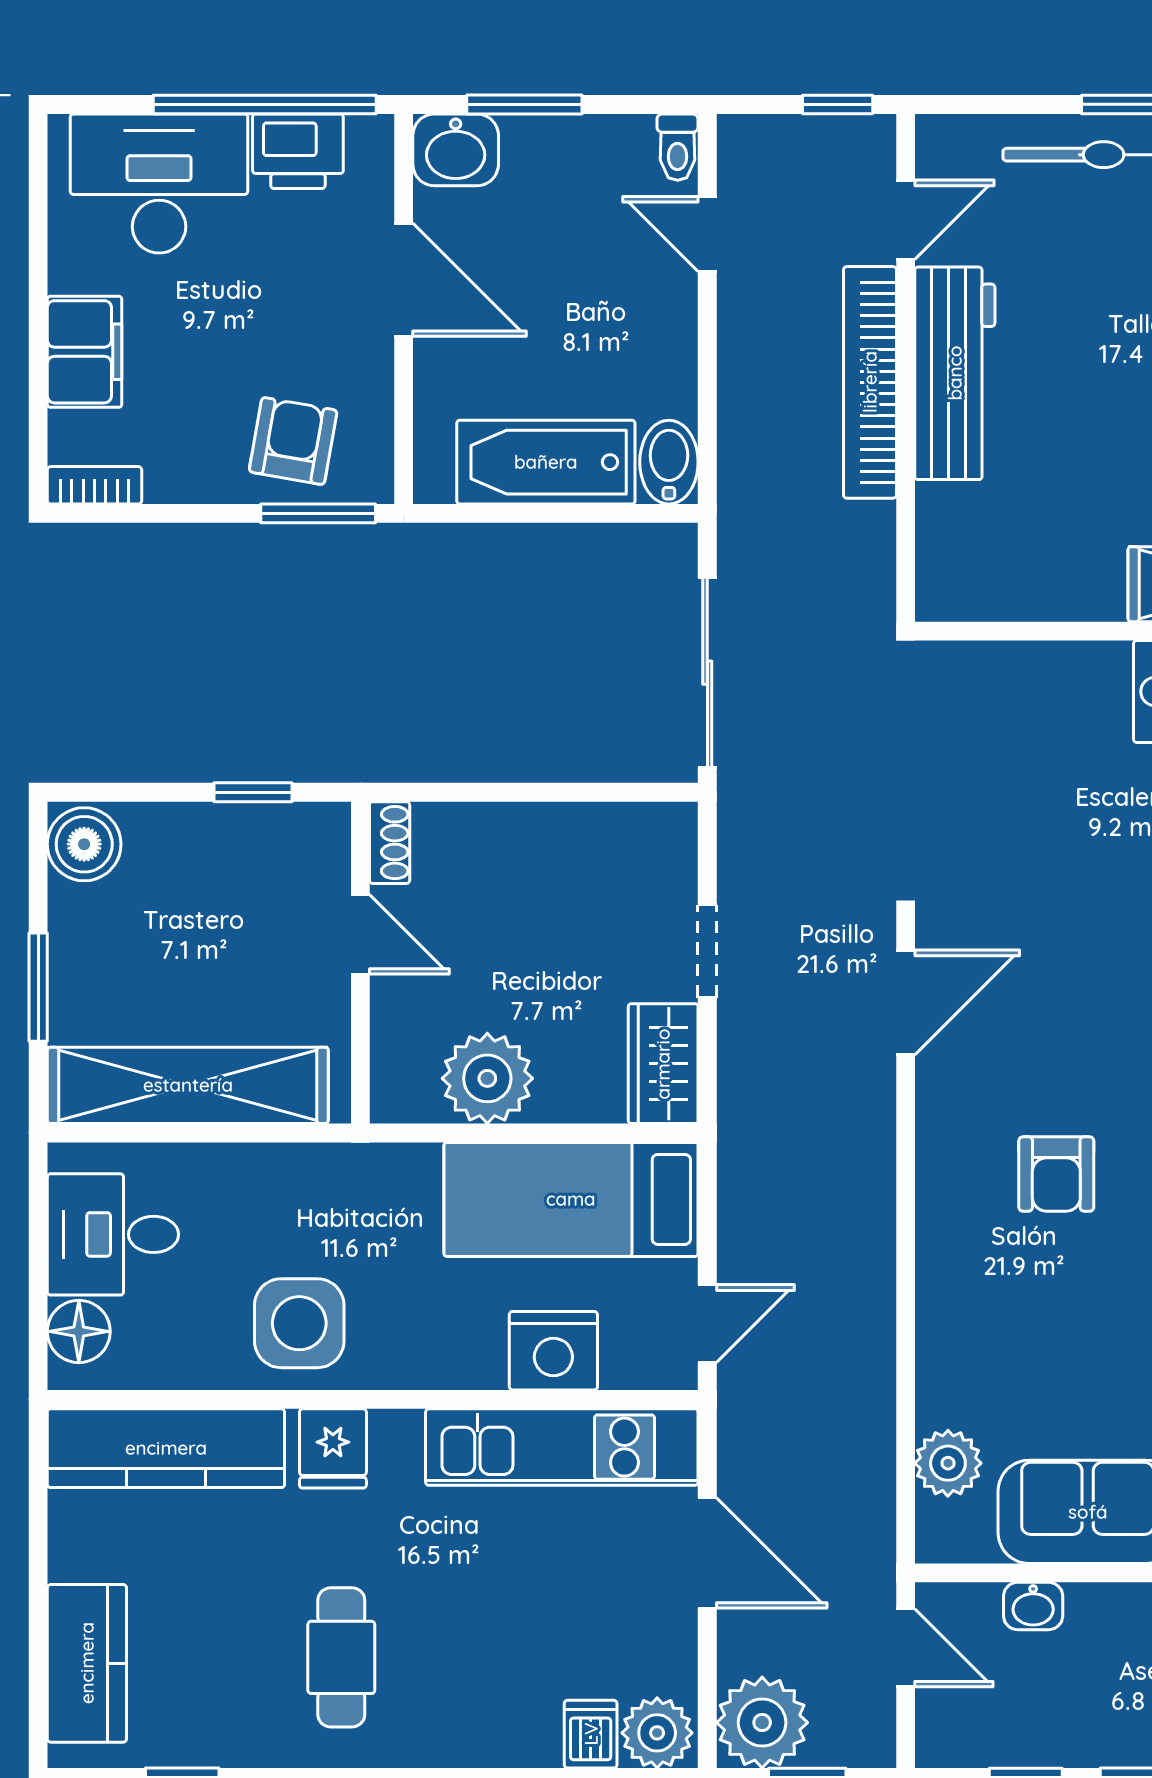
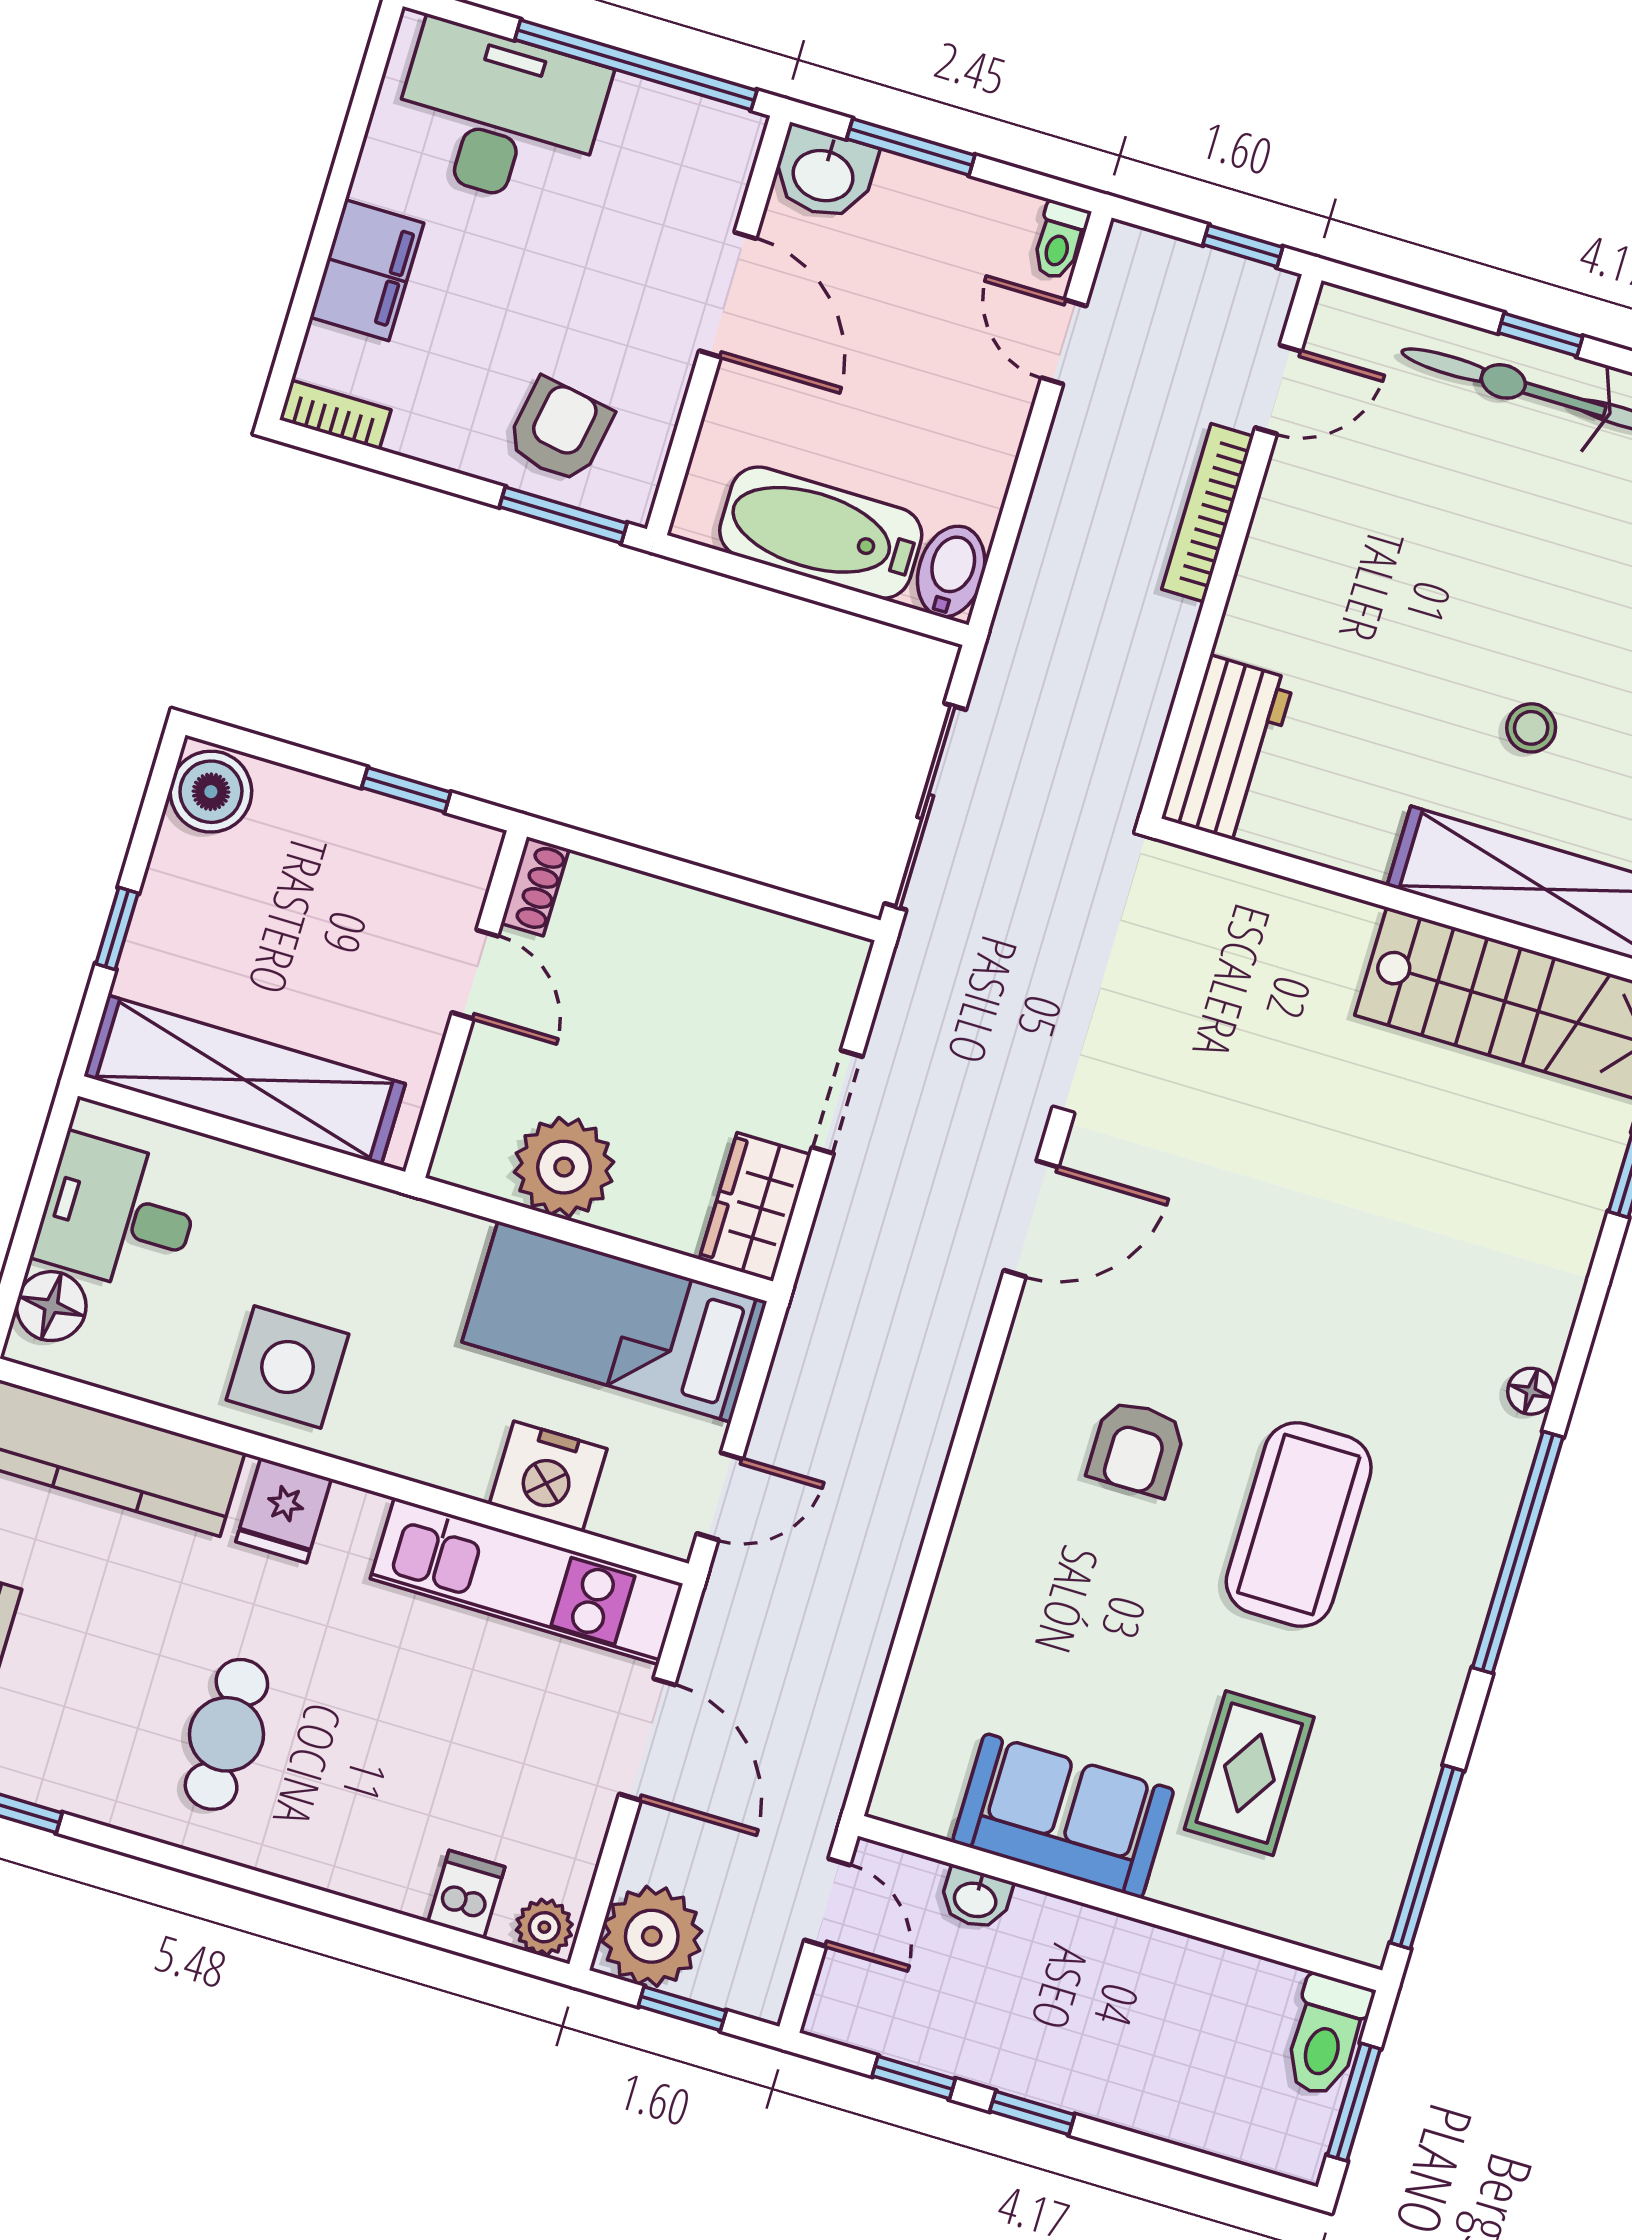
printer: (298, 151) -> (656, 125), removed
workbench: (955, 373) -> (1228, 749), moved, width x0.73
bookcase: (870, 382) -> (1208, 513), width x0.68, depth x0.76
window: (38, 987) -> (117, 928), width x0.67
plant: (948, 1463) -> (931, 1720), removed
plant: (657, 1733) -> (544, 1927), width x0.73, depth x0.73

